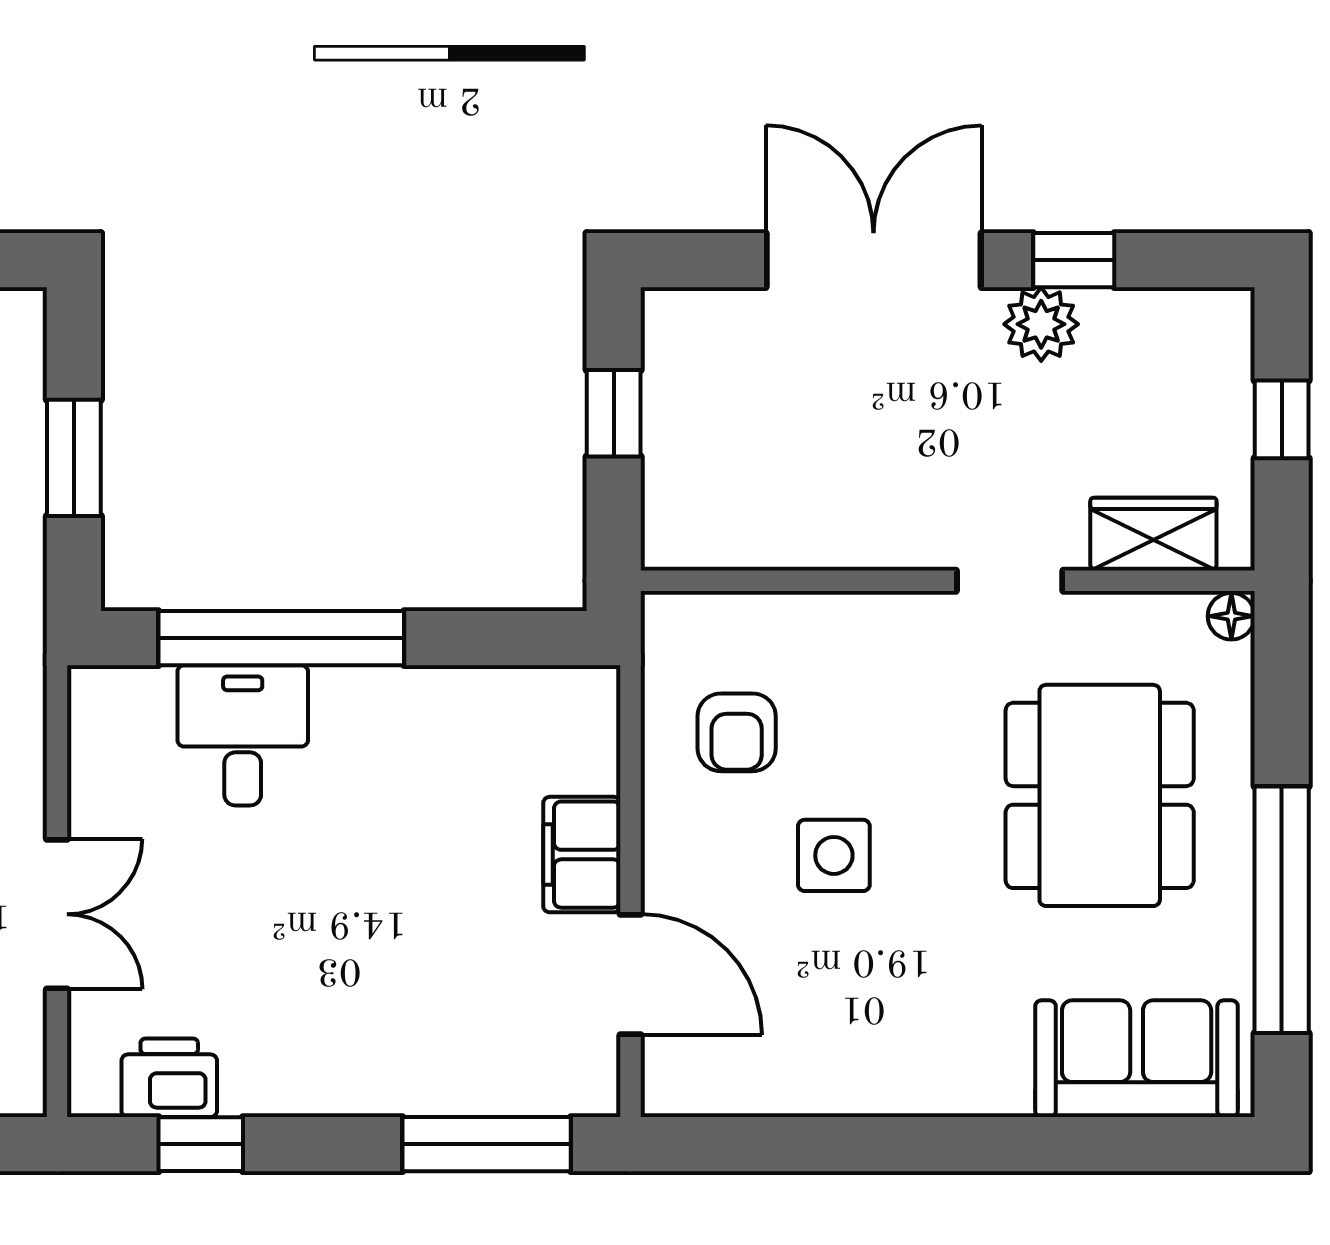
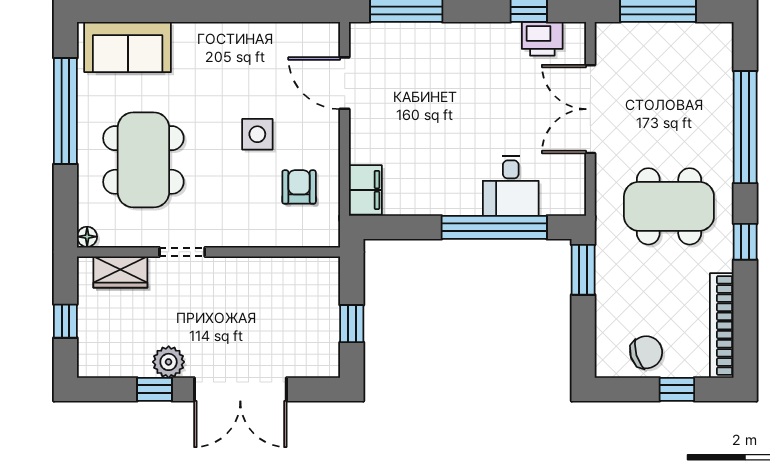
window: (74, 458) -> (583, 270), moved
filing cabinet: (582, 855) -> (365, 190), moved
double door: (57, 914) -> (590, 109), width x1.37

